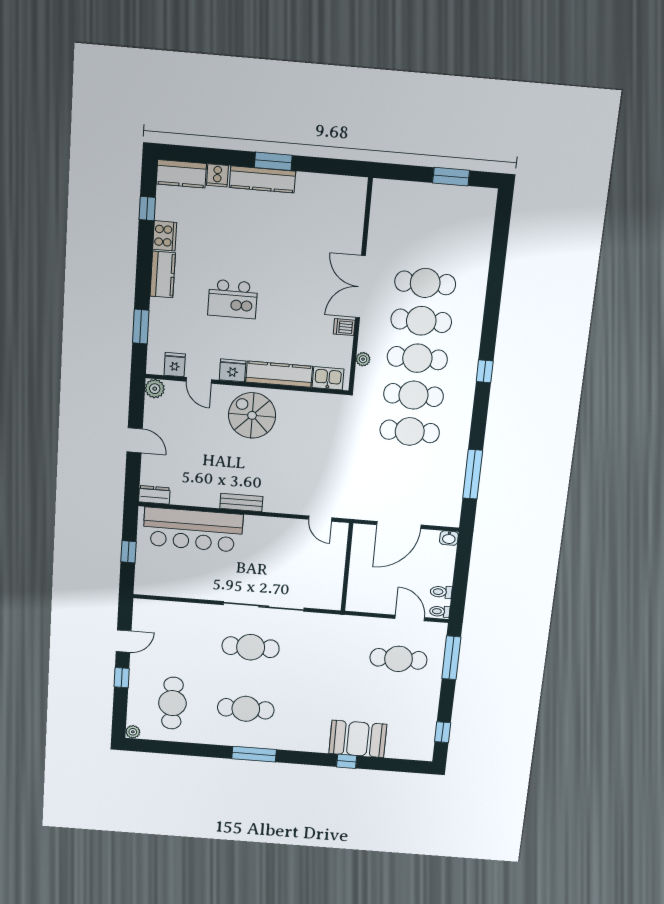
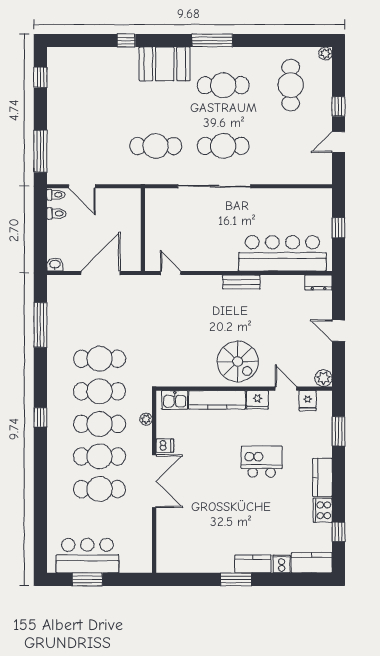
kitchen counter: (263, 179) -> (253, 564), width x0.67
bar counter: (448, 205) -> (87, 556), added
cafe table: (398, 659) -> (156, 146), moved
booth: (358, 739) -> (165, 64), moved

